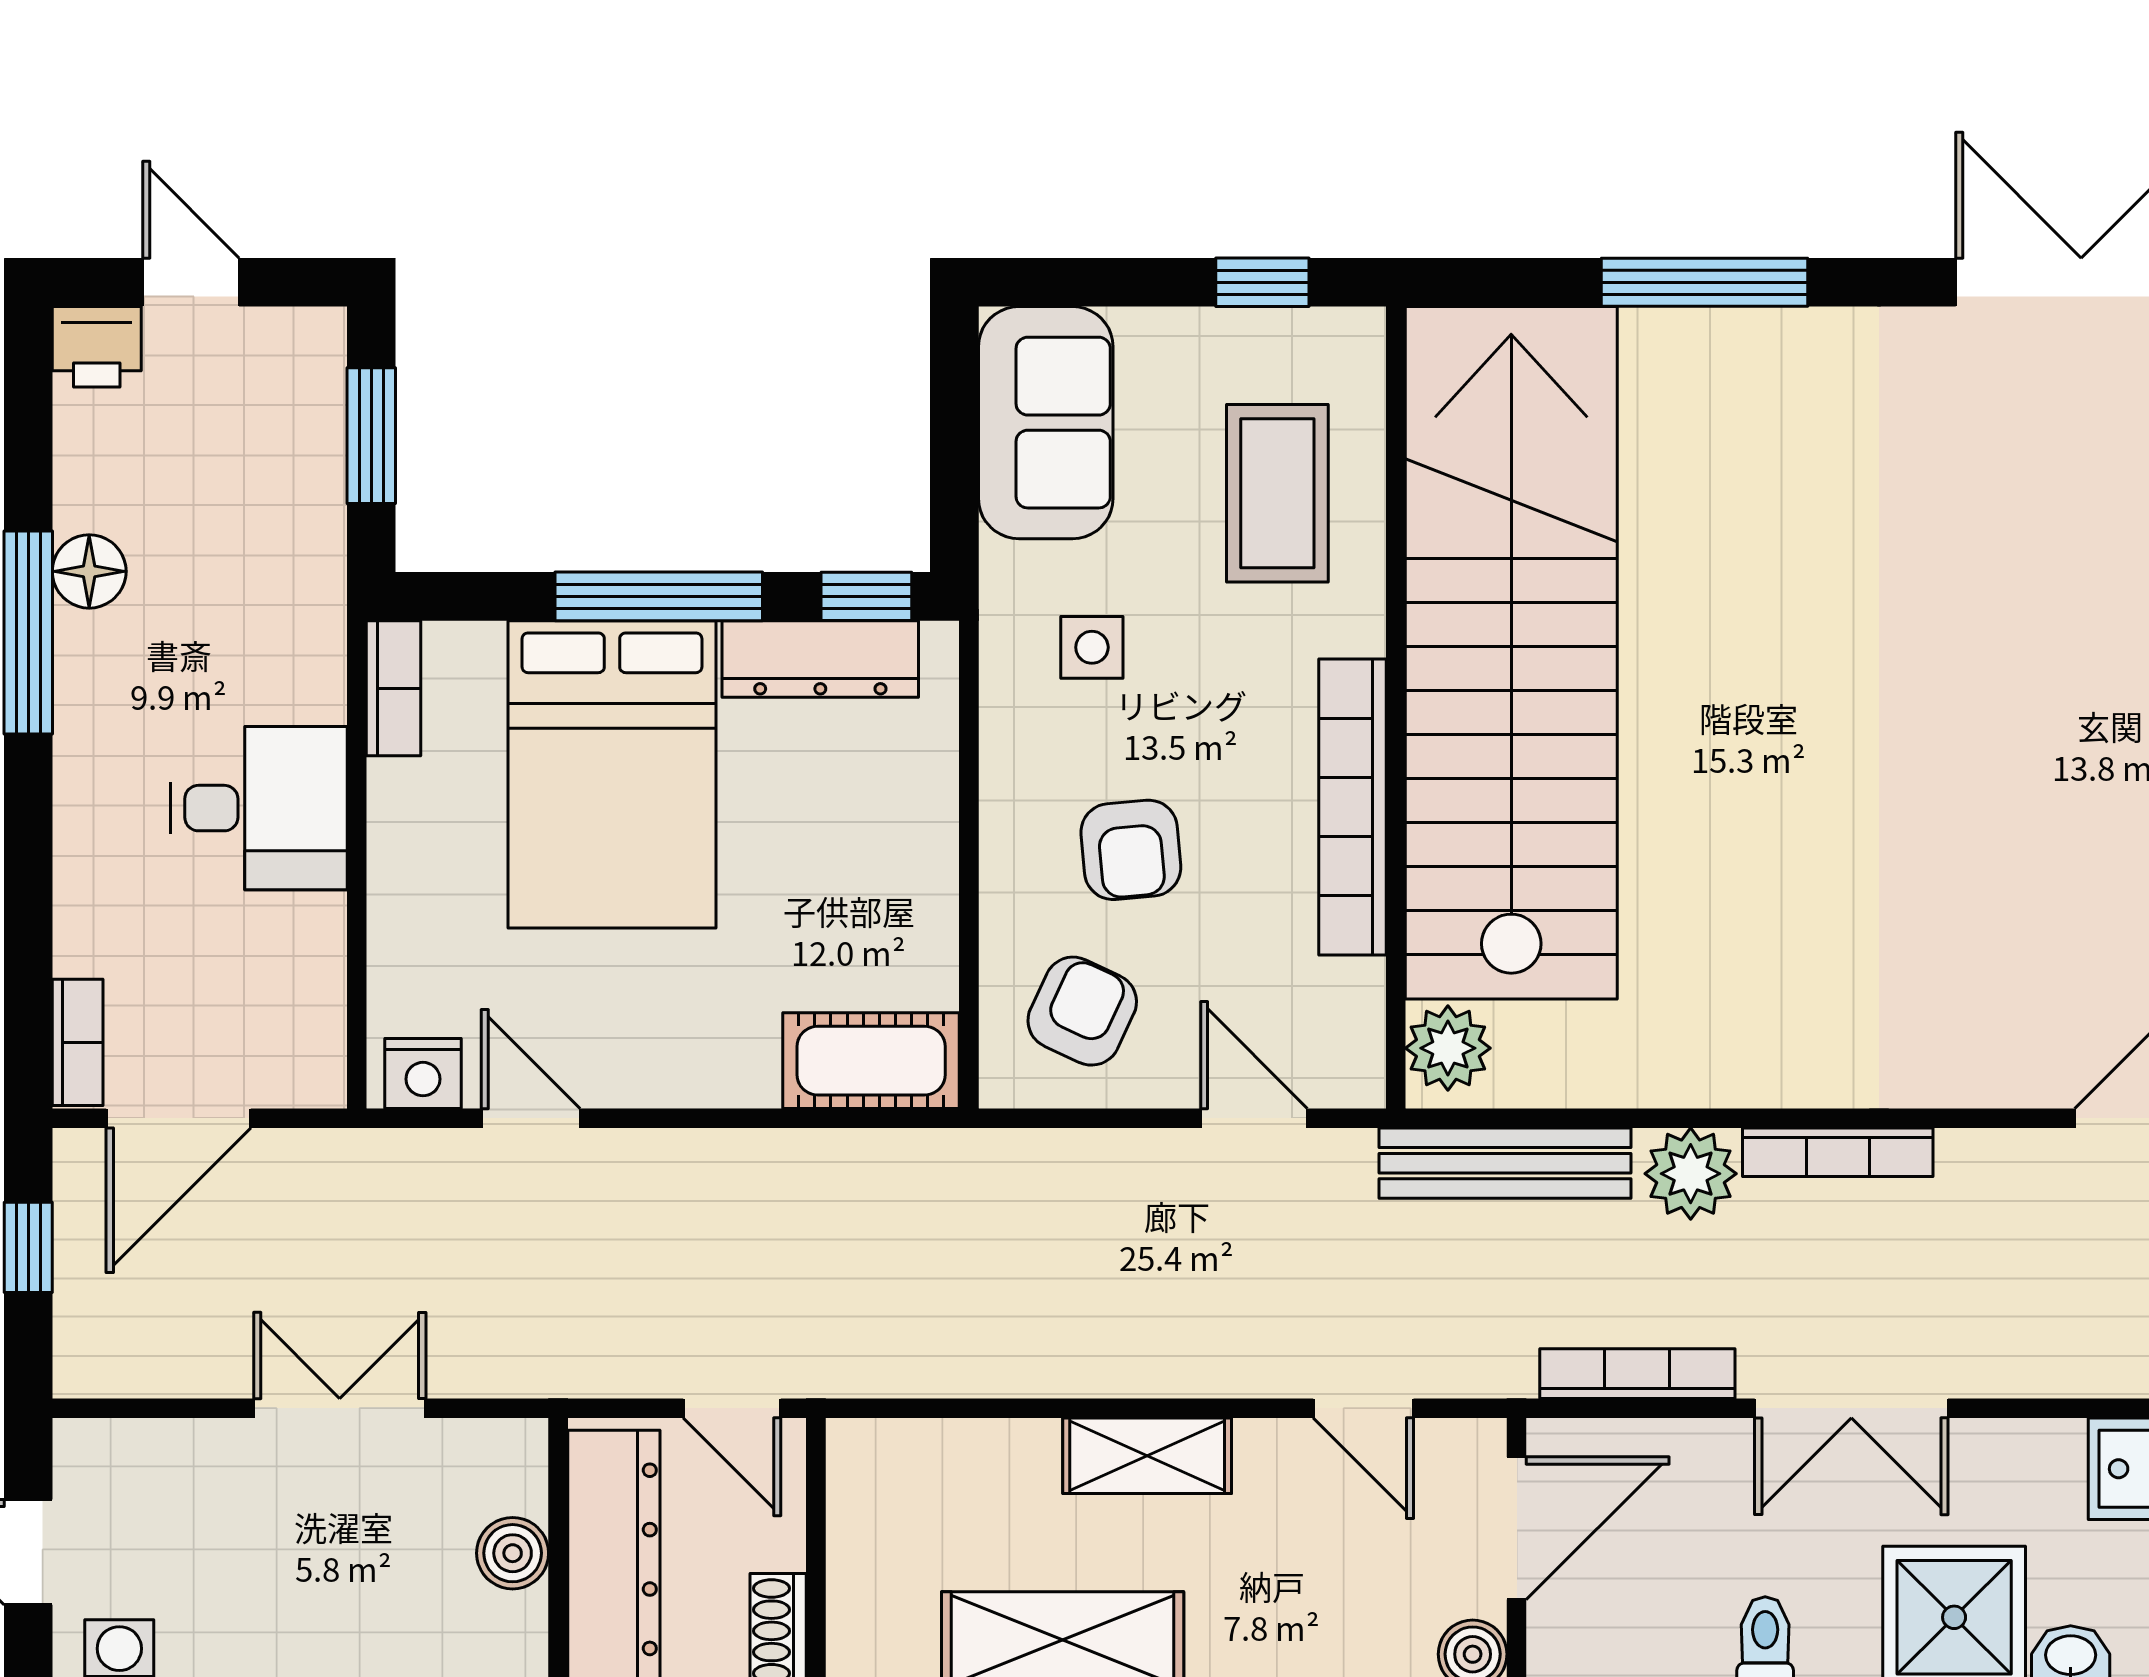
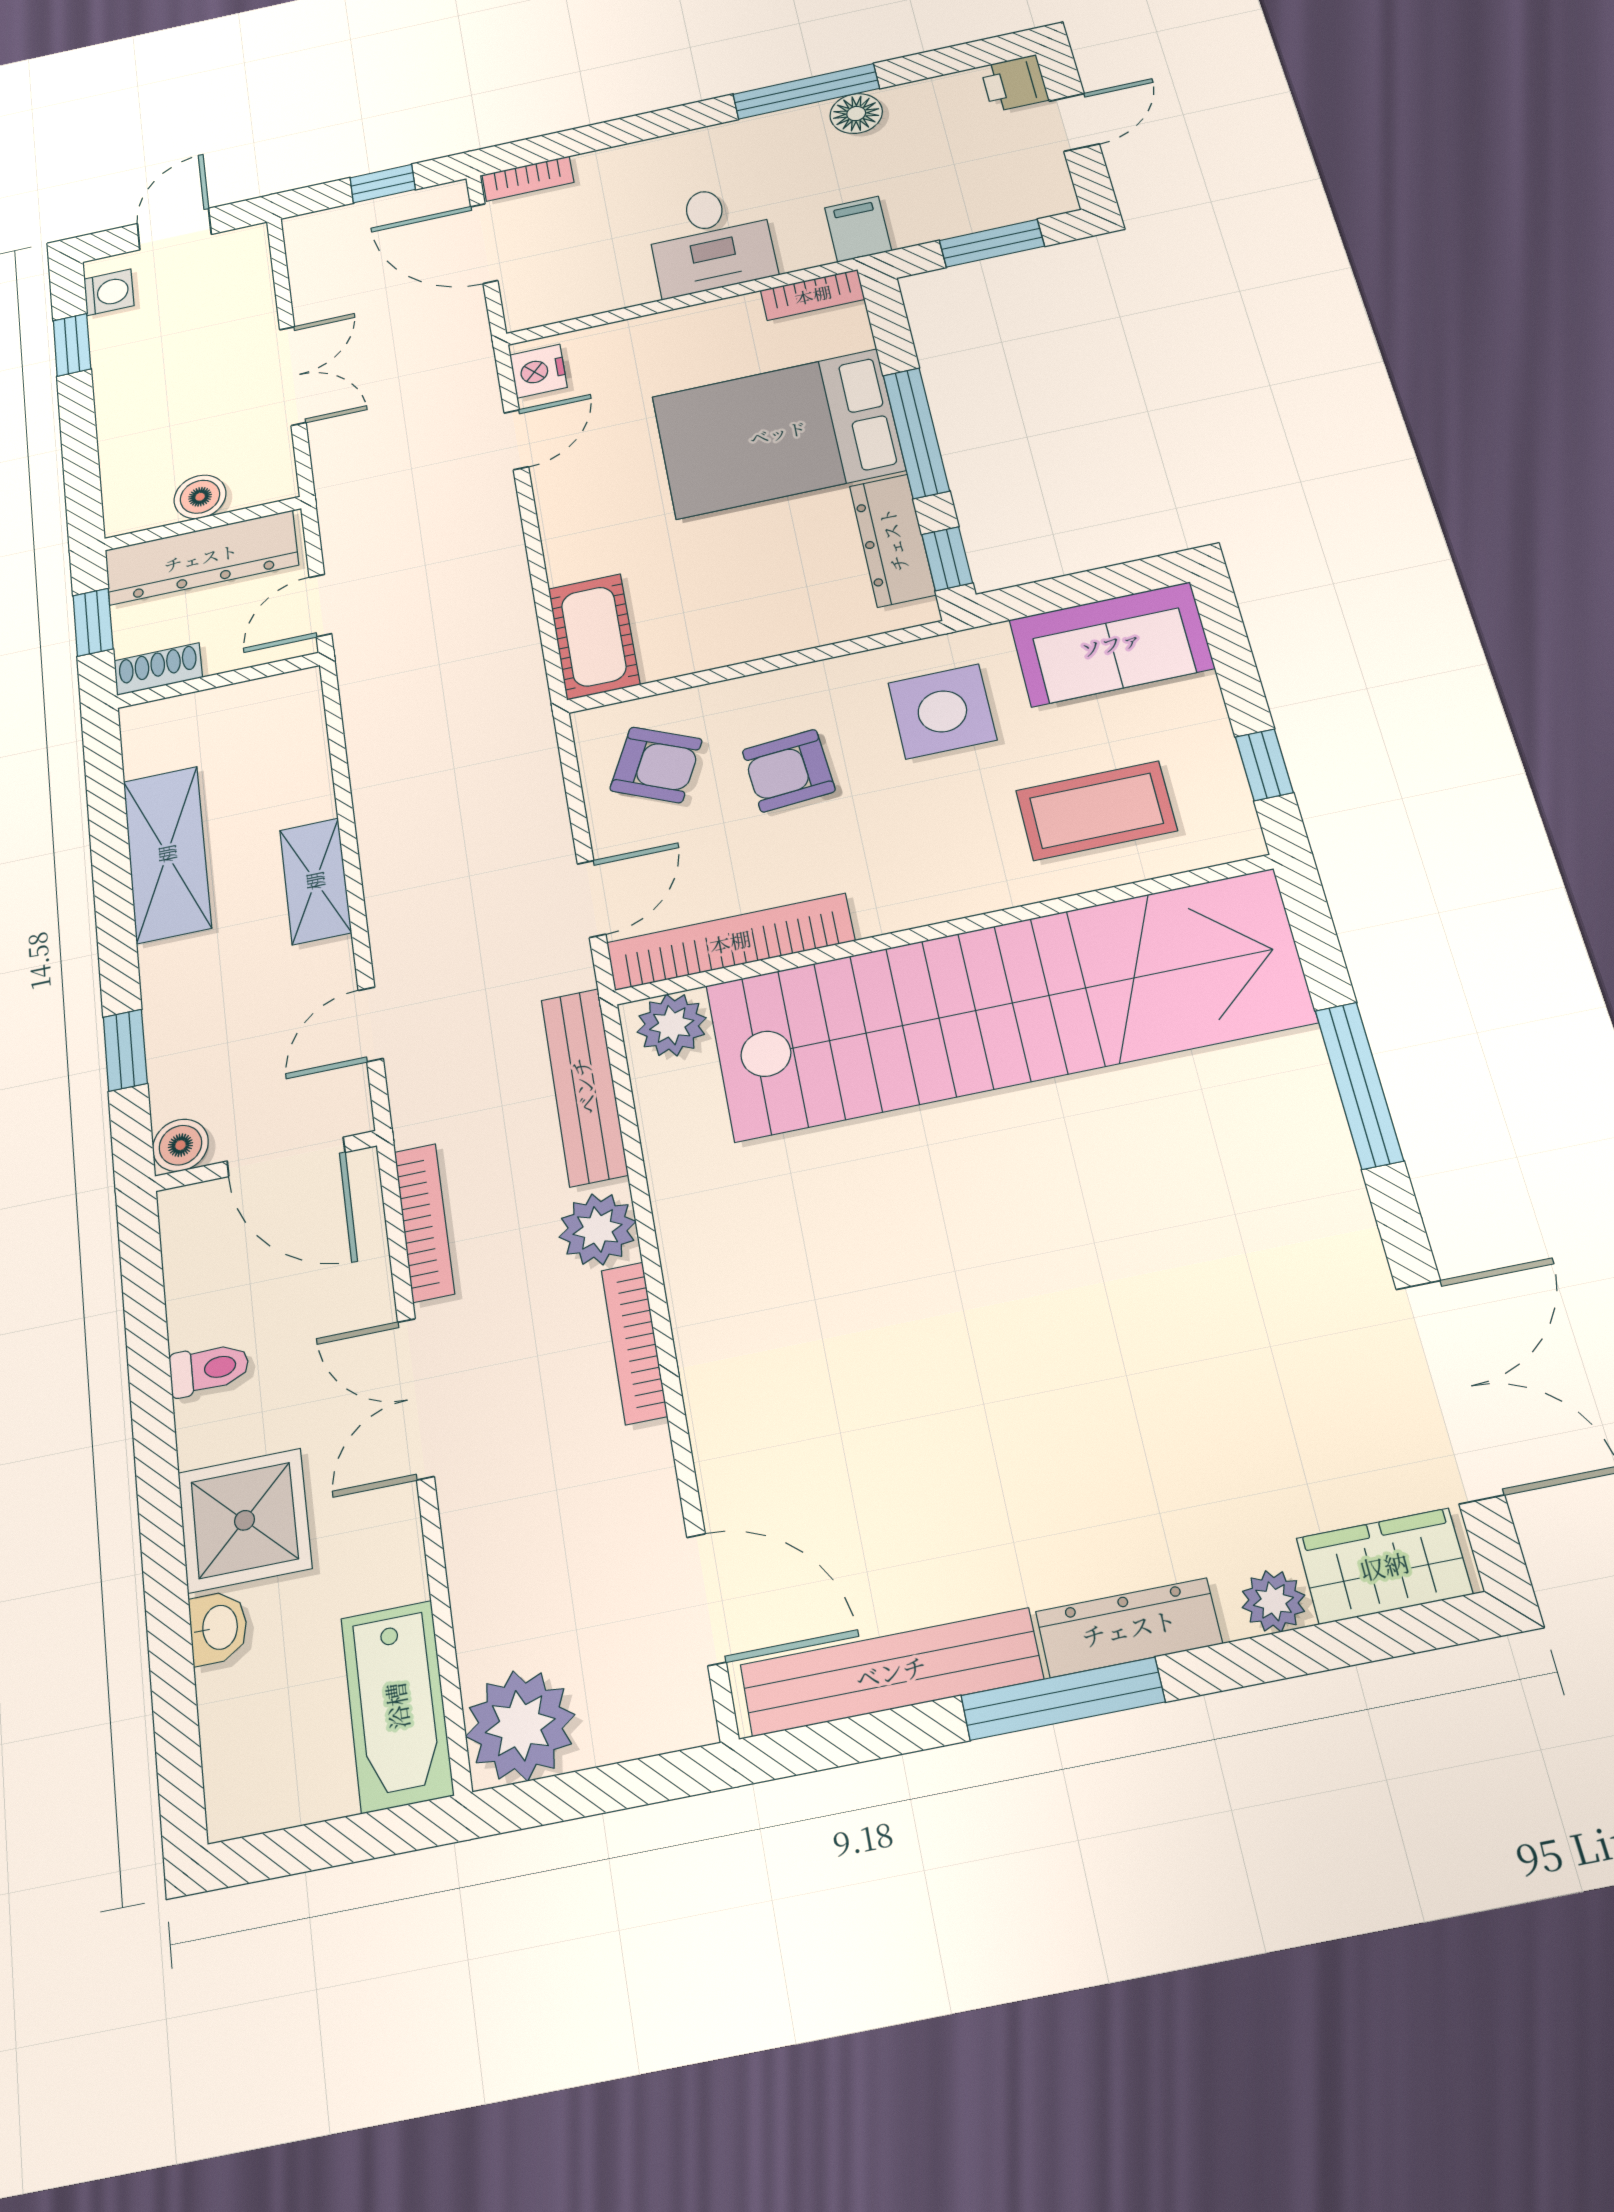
filing cabinet: (297, 607) -> (858, 229), added
side table: (1092, 647) -> (942, 711), width x1.87, depth x1.87
bookcase: (1352, 807) -> (730, 942), moved

